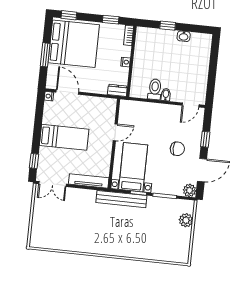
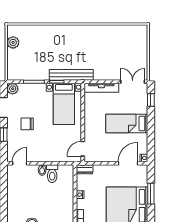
door: (67, 92) -> (128, 163), swing flipped
door: (115, 132) -> (83, 149), moved
plant: (186, 220) -> (13, 42), moved

